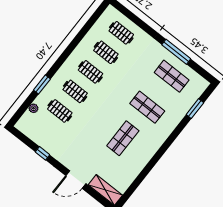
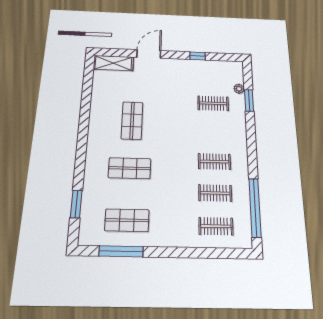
window: (88, 25) -> (255, 208), added
window: (176, 52) -> (121, 251), moved
window: (42, 85) -> (249, 100), moved
clothes rail: (75, 91) -> (214, 132), removed

